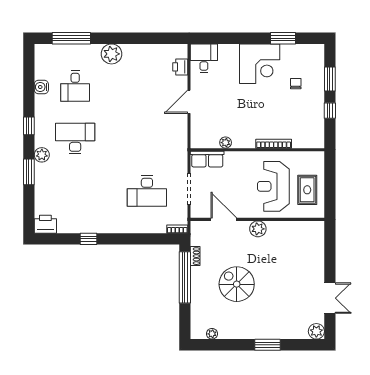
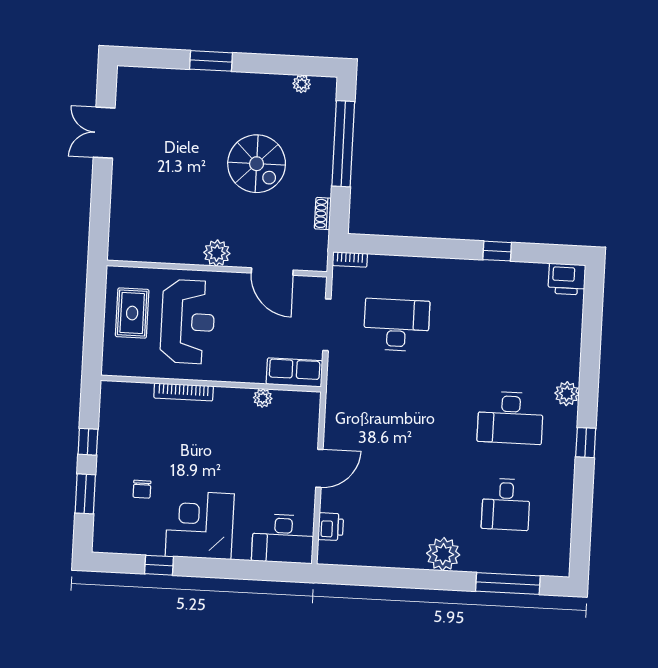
window: (283, 38) -> (159, 565), width x0.67
desk: (204, 58) -> (283, 539), width x1.37
desk: (75, 86) -> (506, 504), turned 180
water cooler: (41, 87) -> (562, 506), removed
window: (29, 172) -> (590, 367), removed
window: (185, 277) -> (343, 144), moved
plant: (316, 331) -> (129, 79), removed

